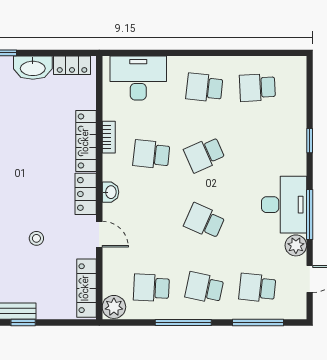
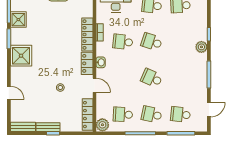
school desk: (204, 154) -> (152, 42), turned 42
desk: (284, 205) -> (195, 69), removed
plant: (296, 245) -> (201, 47), moved

